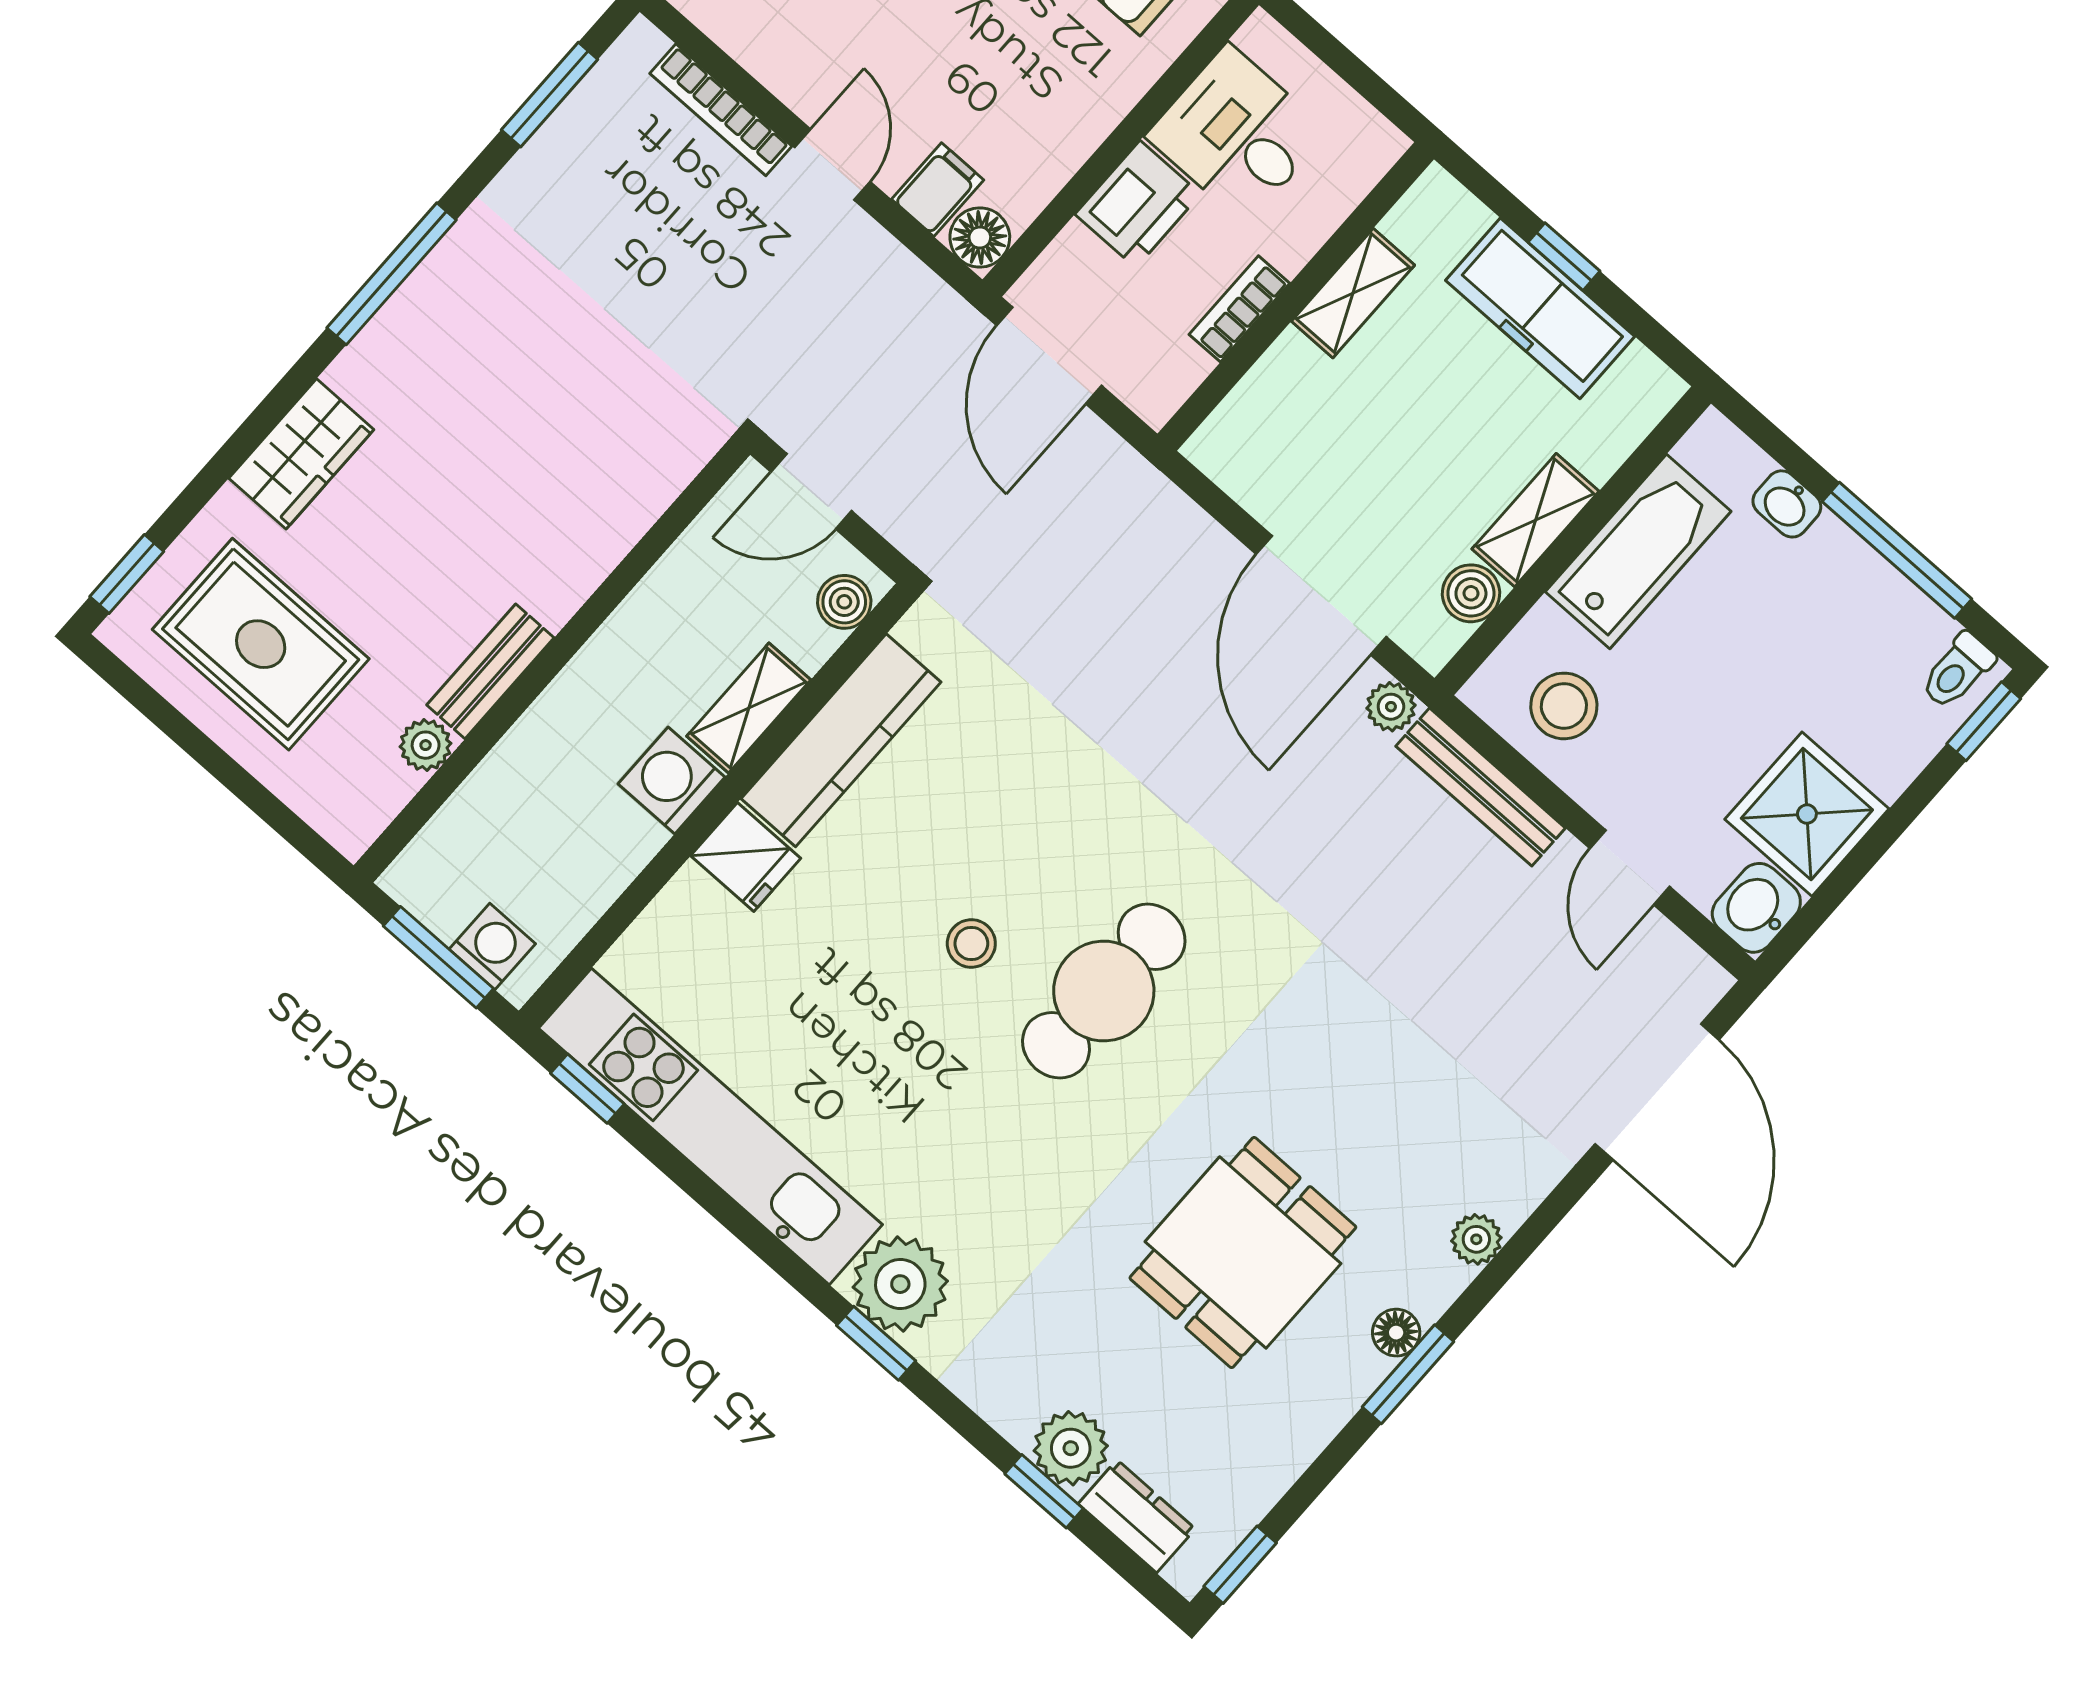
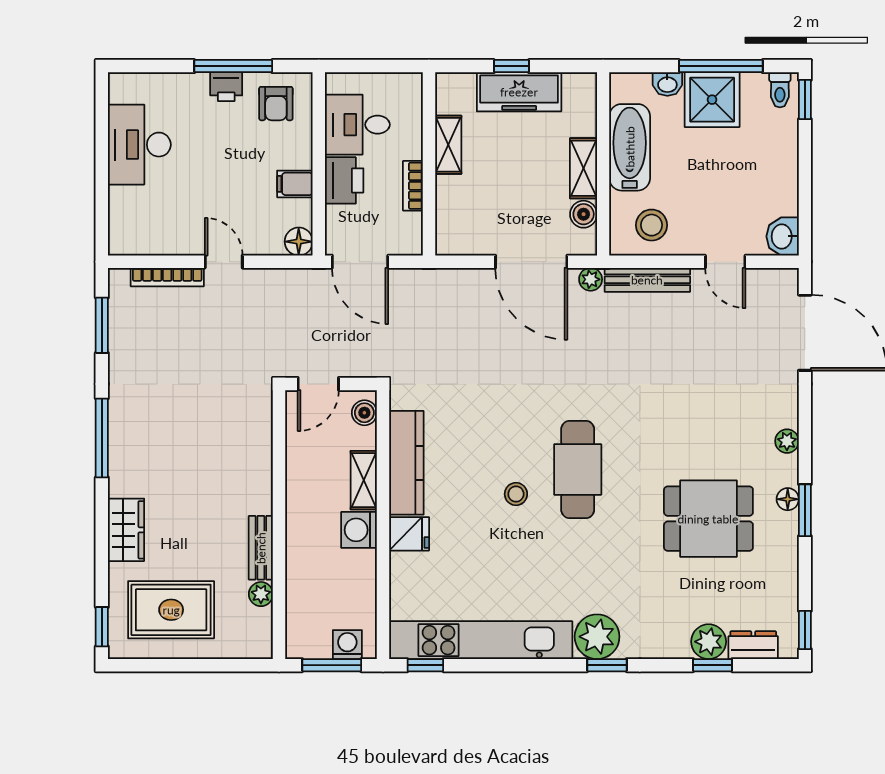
filing cabinet: (938, 190) -> (295, 184), moved, turned -90
shower: (1807, 814) -> (712, 100), moved
dining table: (1243, 1253) -> (708, 519), turned 90

